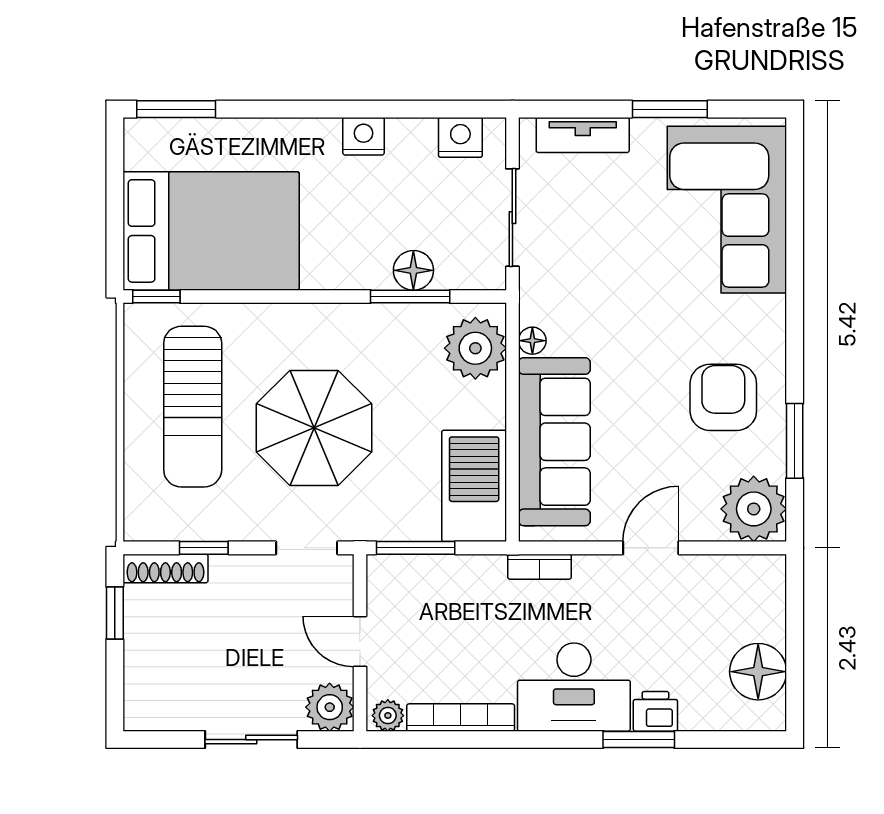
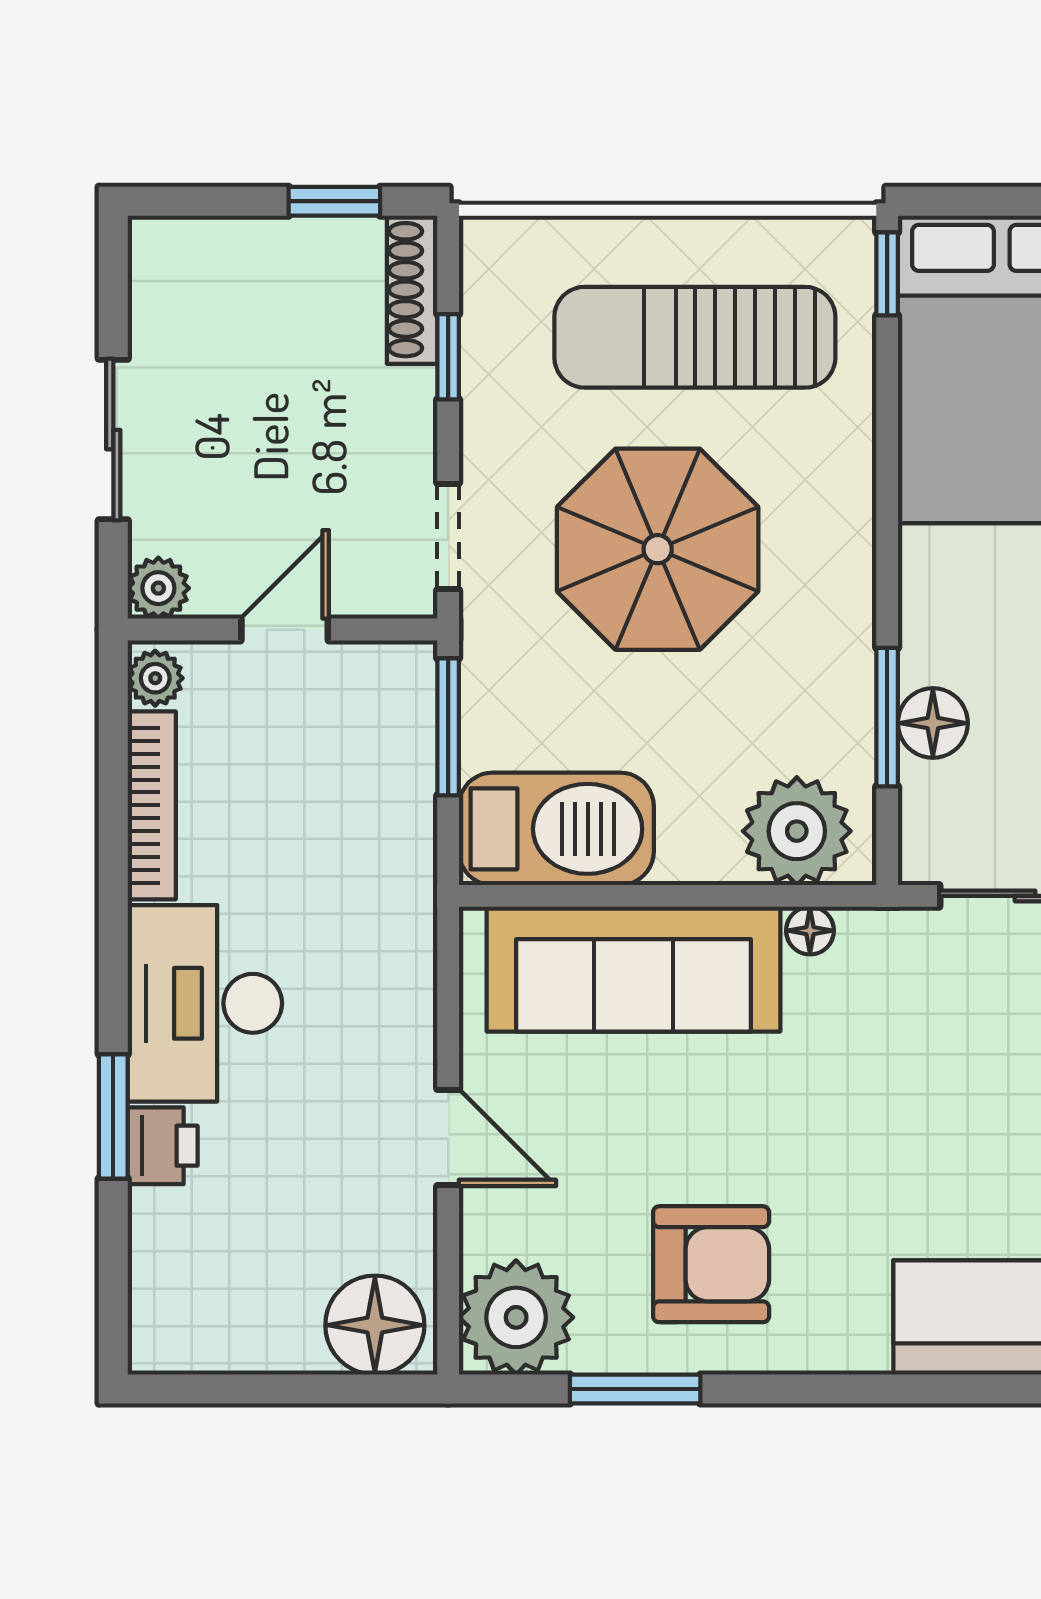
bookcase: (540, 567) -> (415, 943), removed
floor lamp: (758, 672) -> (375, 1325), moved
plant: (330, 707) -> (158, 588), width x0.73, depth x0.73

